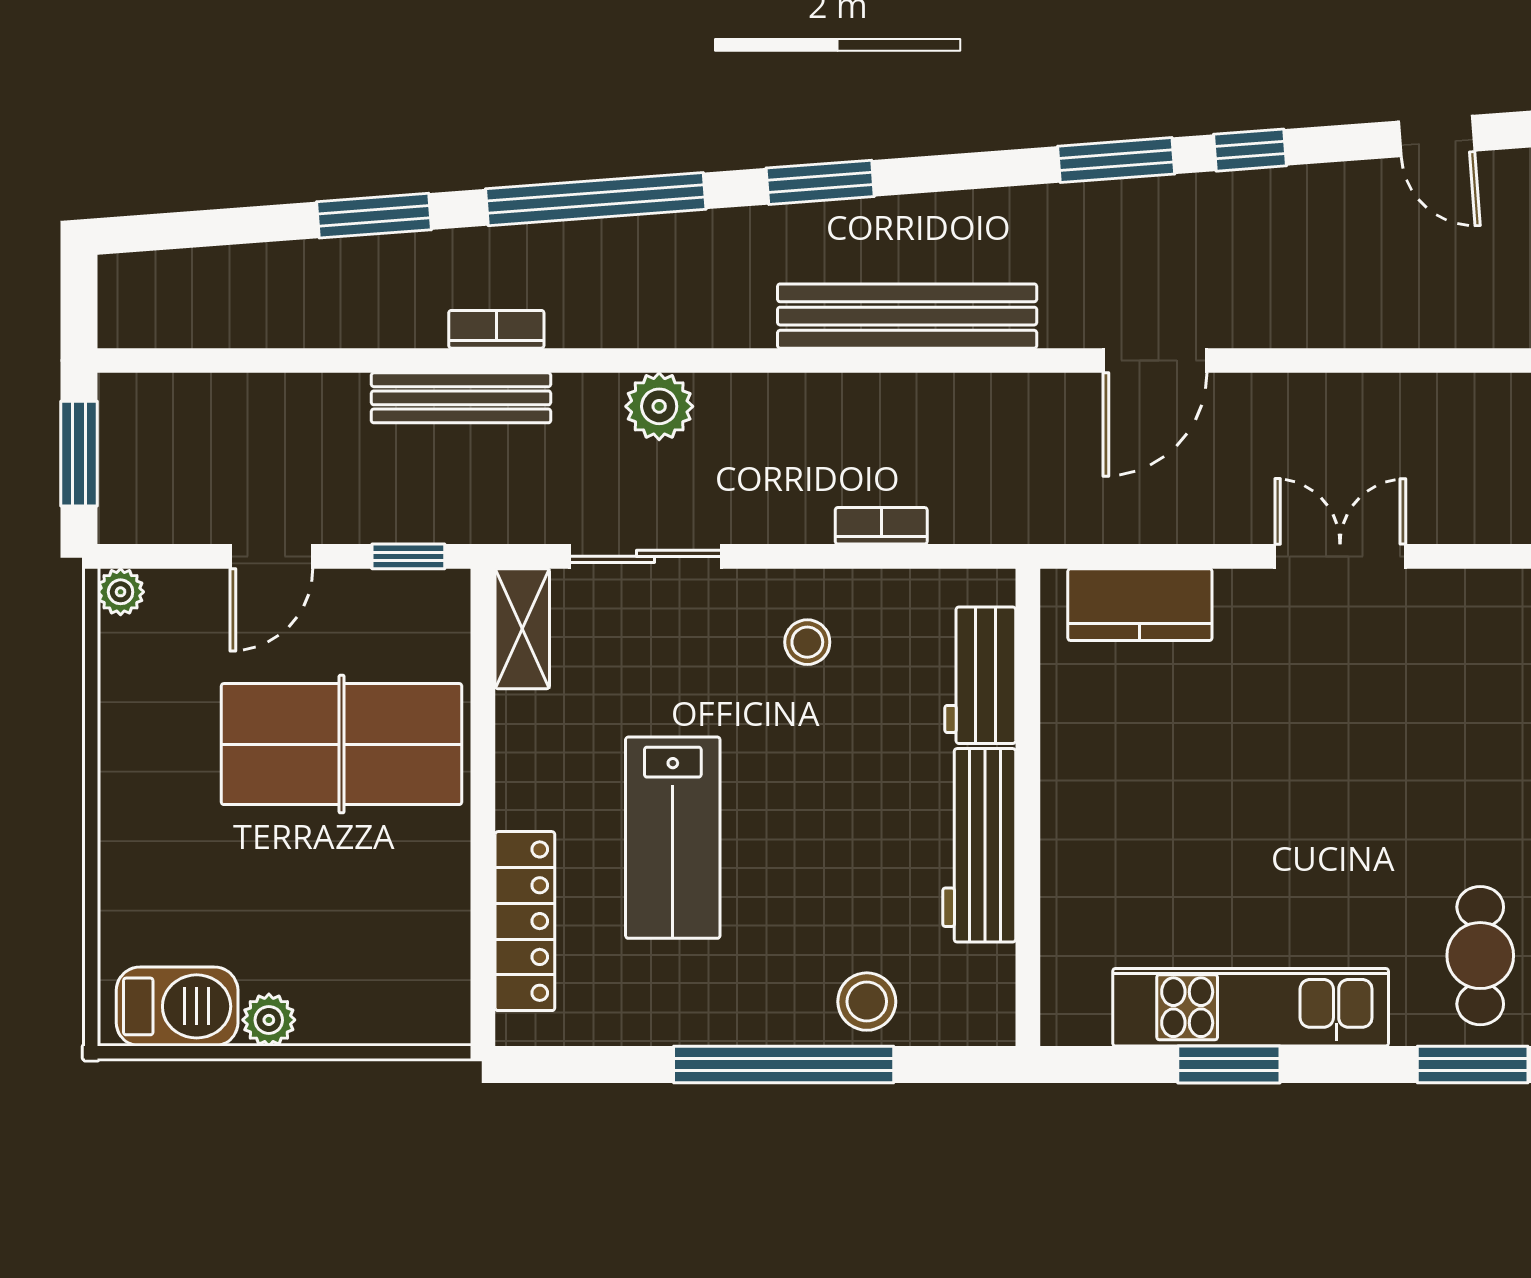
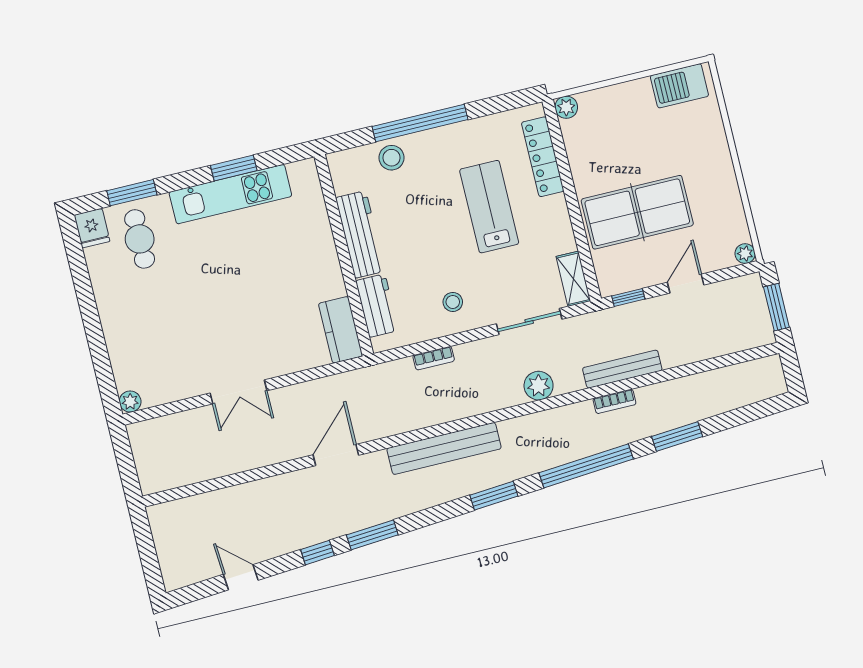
kitchen counter: (1140, 605) -> (341, 330), moved, turned -90
plant: (269, 1020) -> (566, 107), moved

